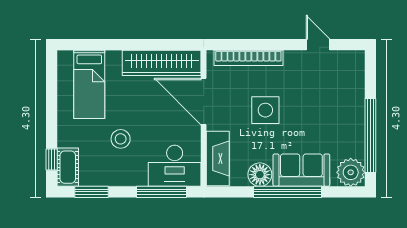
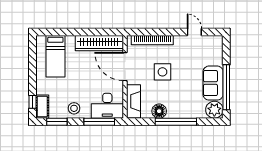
stool: (121, 139) -> (74, 108), moved
sofa: (301, 170) -> (213, 83), moved, turned -90

